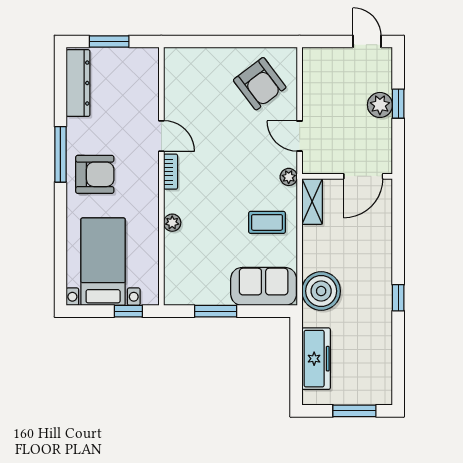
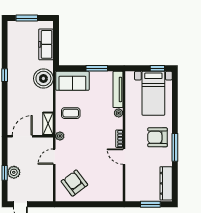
door: (300, 136) -> (54, 157), swing flipped
tv unit: (173, 269) -> (118, 89), added
window: (128, 311) -> (157, 68), moved

